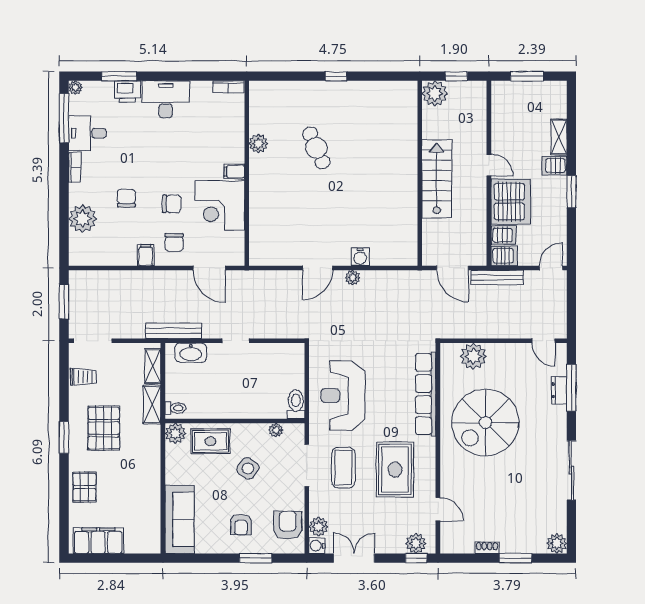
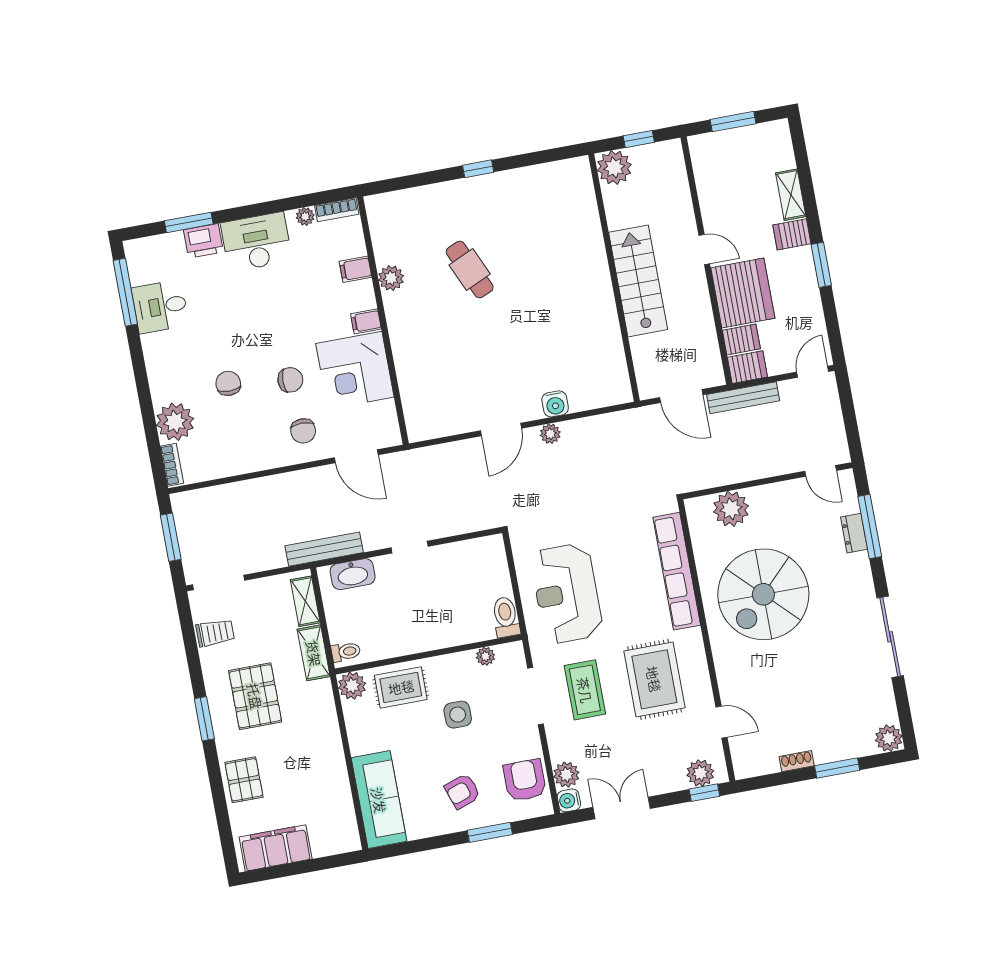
plant: (75, 88) -> (305, 216), moved
bookcase: (75, 167) -> (172, 465), moved
filing cabinet: (146, 255) -> (356, 269), moved, turned -90
side table: (248, 469) -> (458, 715), turned -36
armchair: (241, 525) -> (462, 791), turned 71

